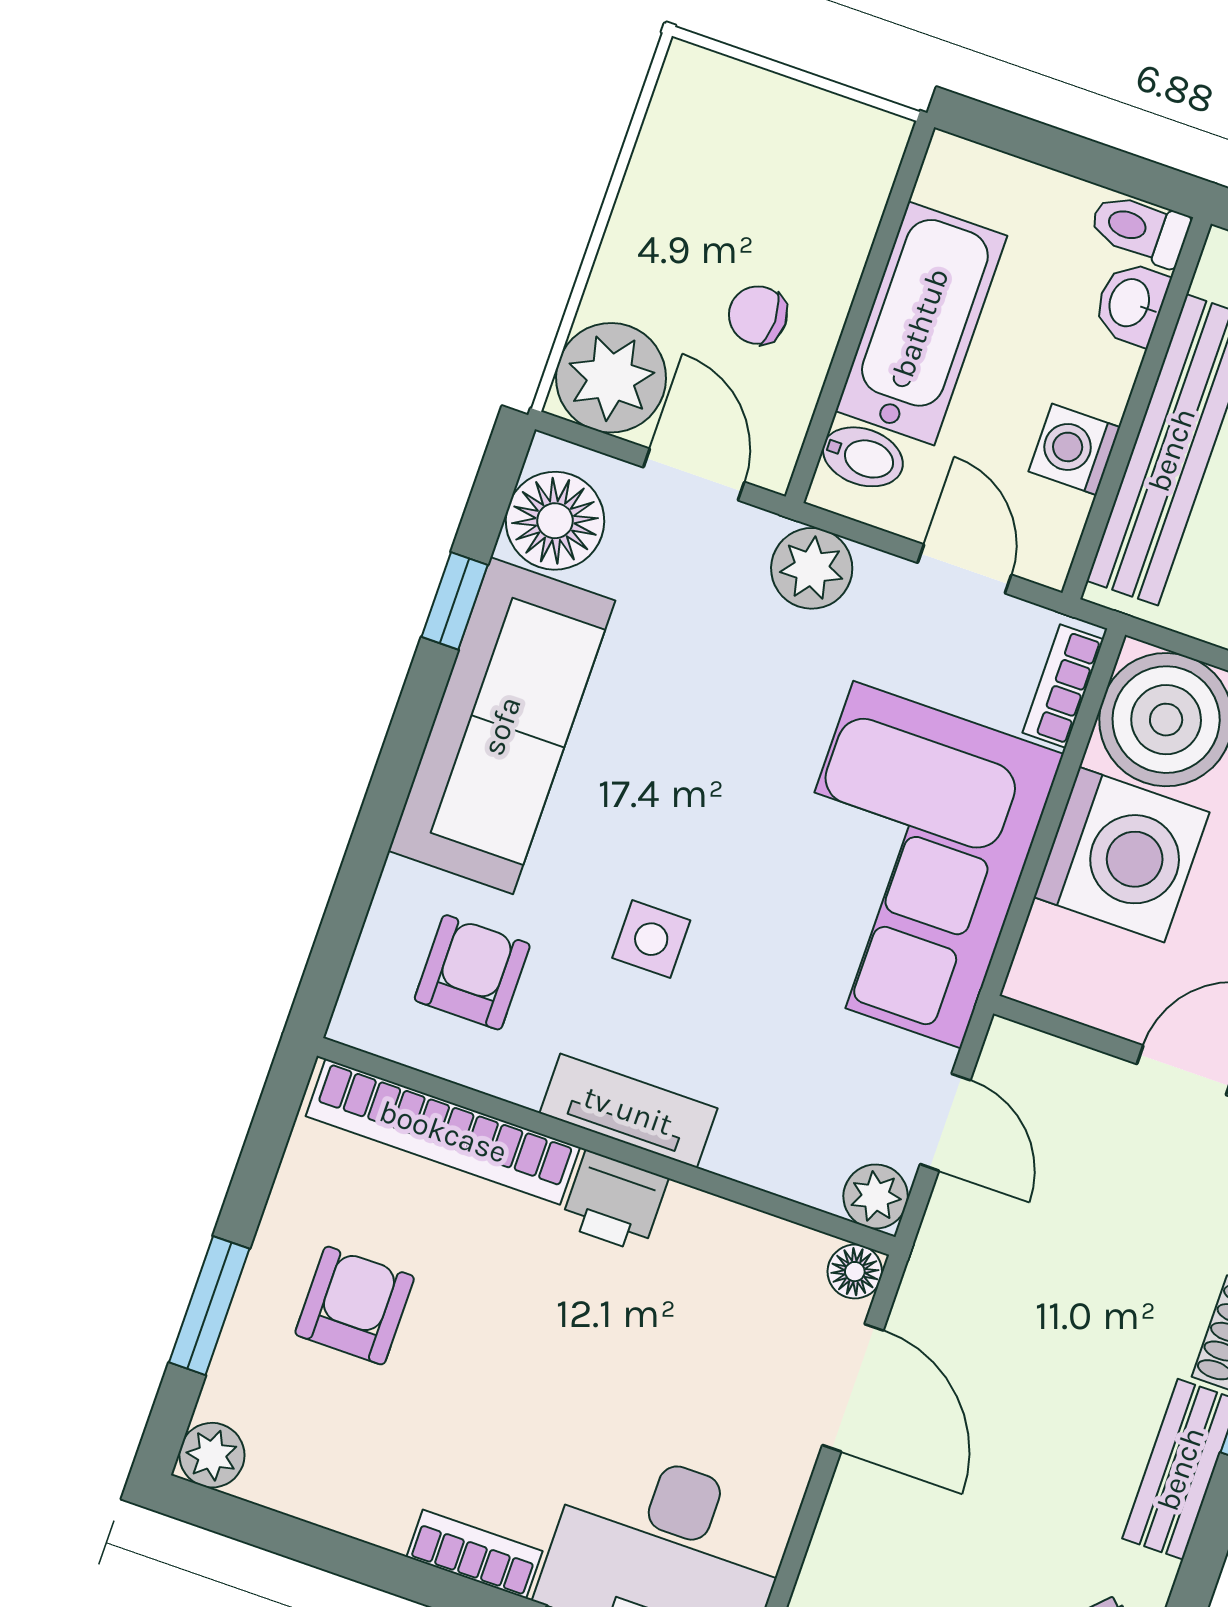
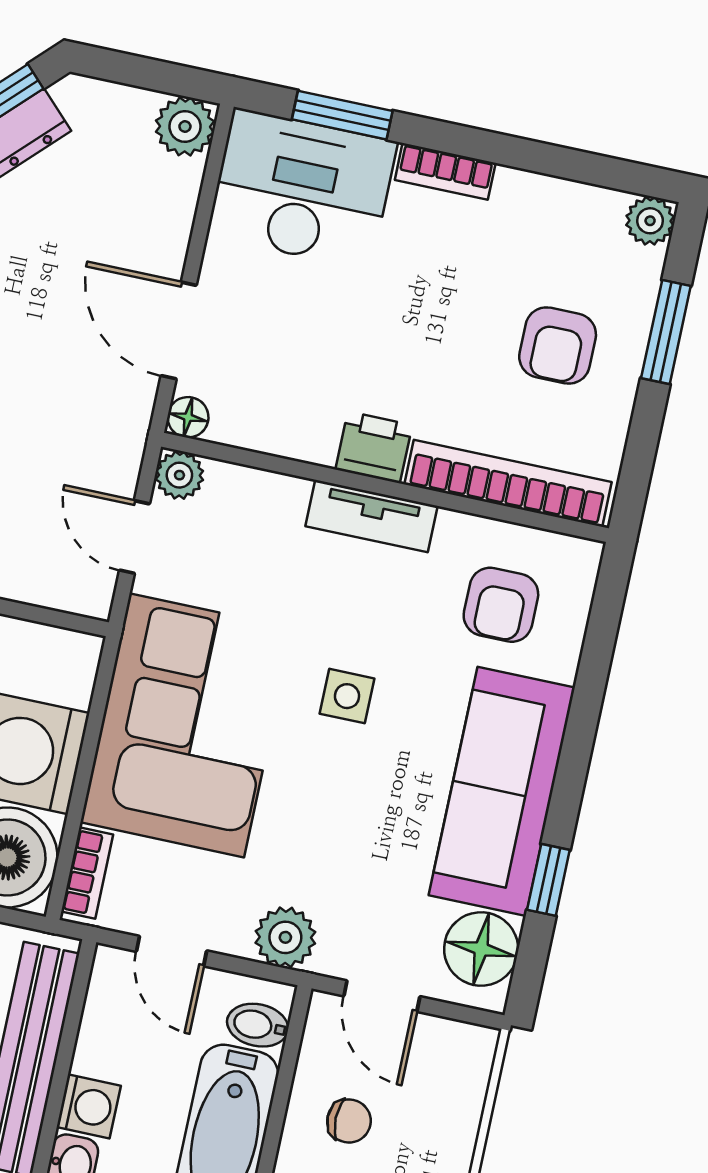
plant: (611, 378) -> (453, 1061), removed
washing machine: (1074, 449) -> (89, 1106), moved
side table: (651, 939) -> (347, 696), moved

